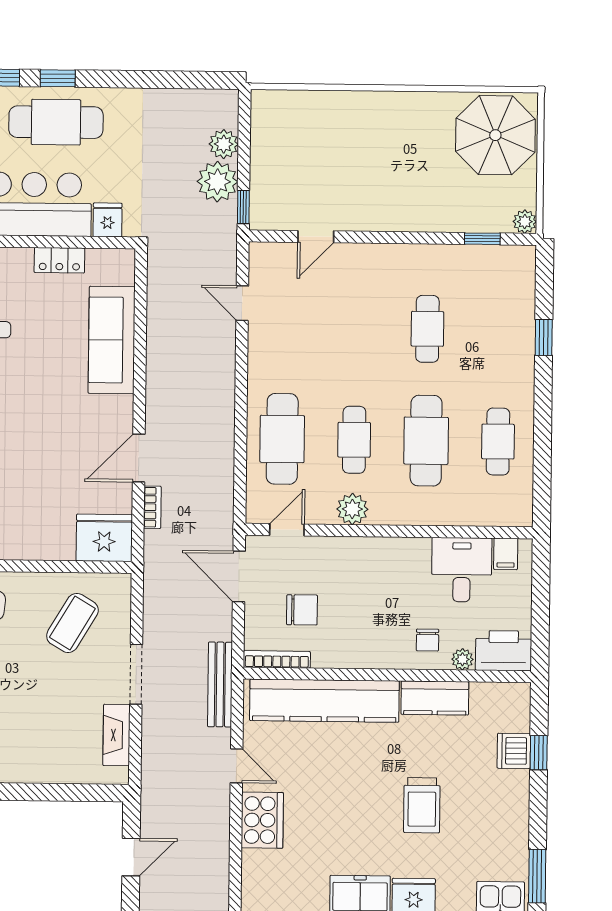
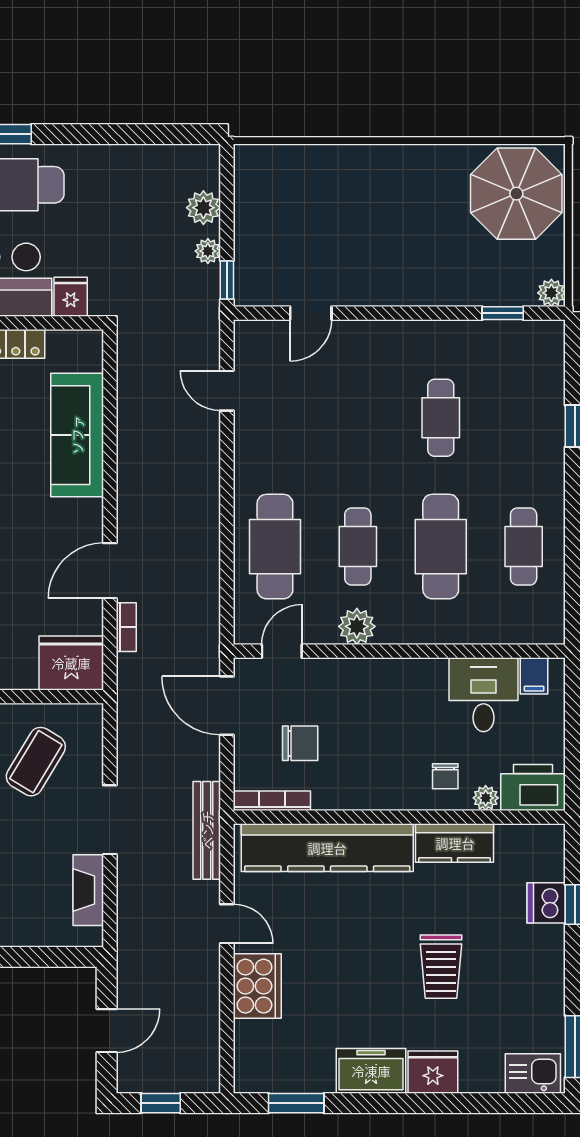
plant: (217, 182) -> (208, 251), width x0.53, depth x0.53

